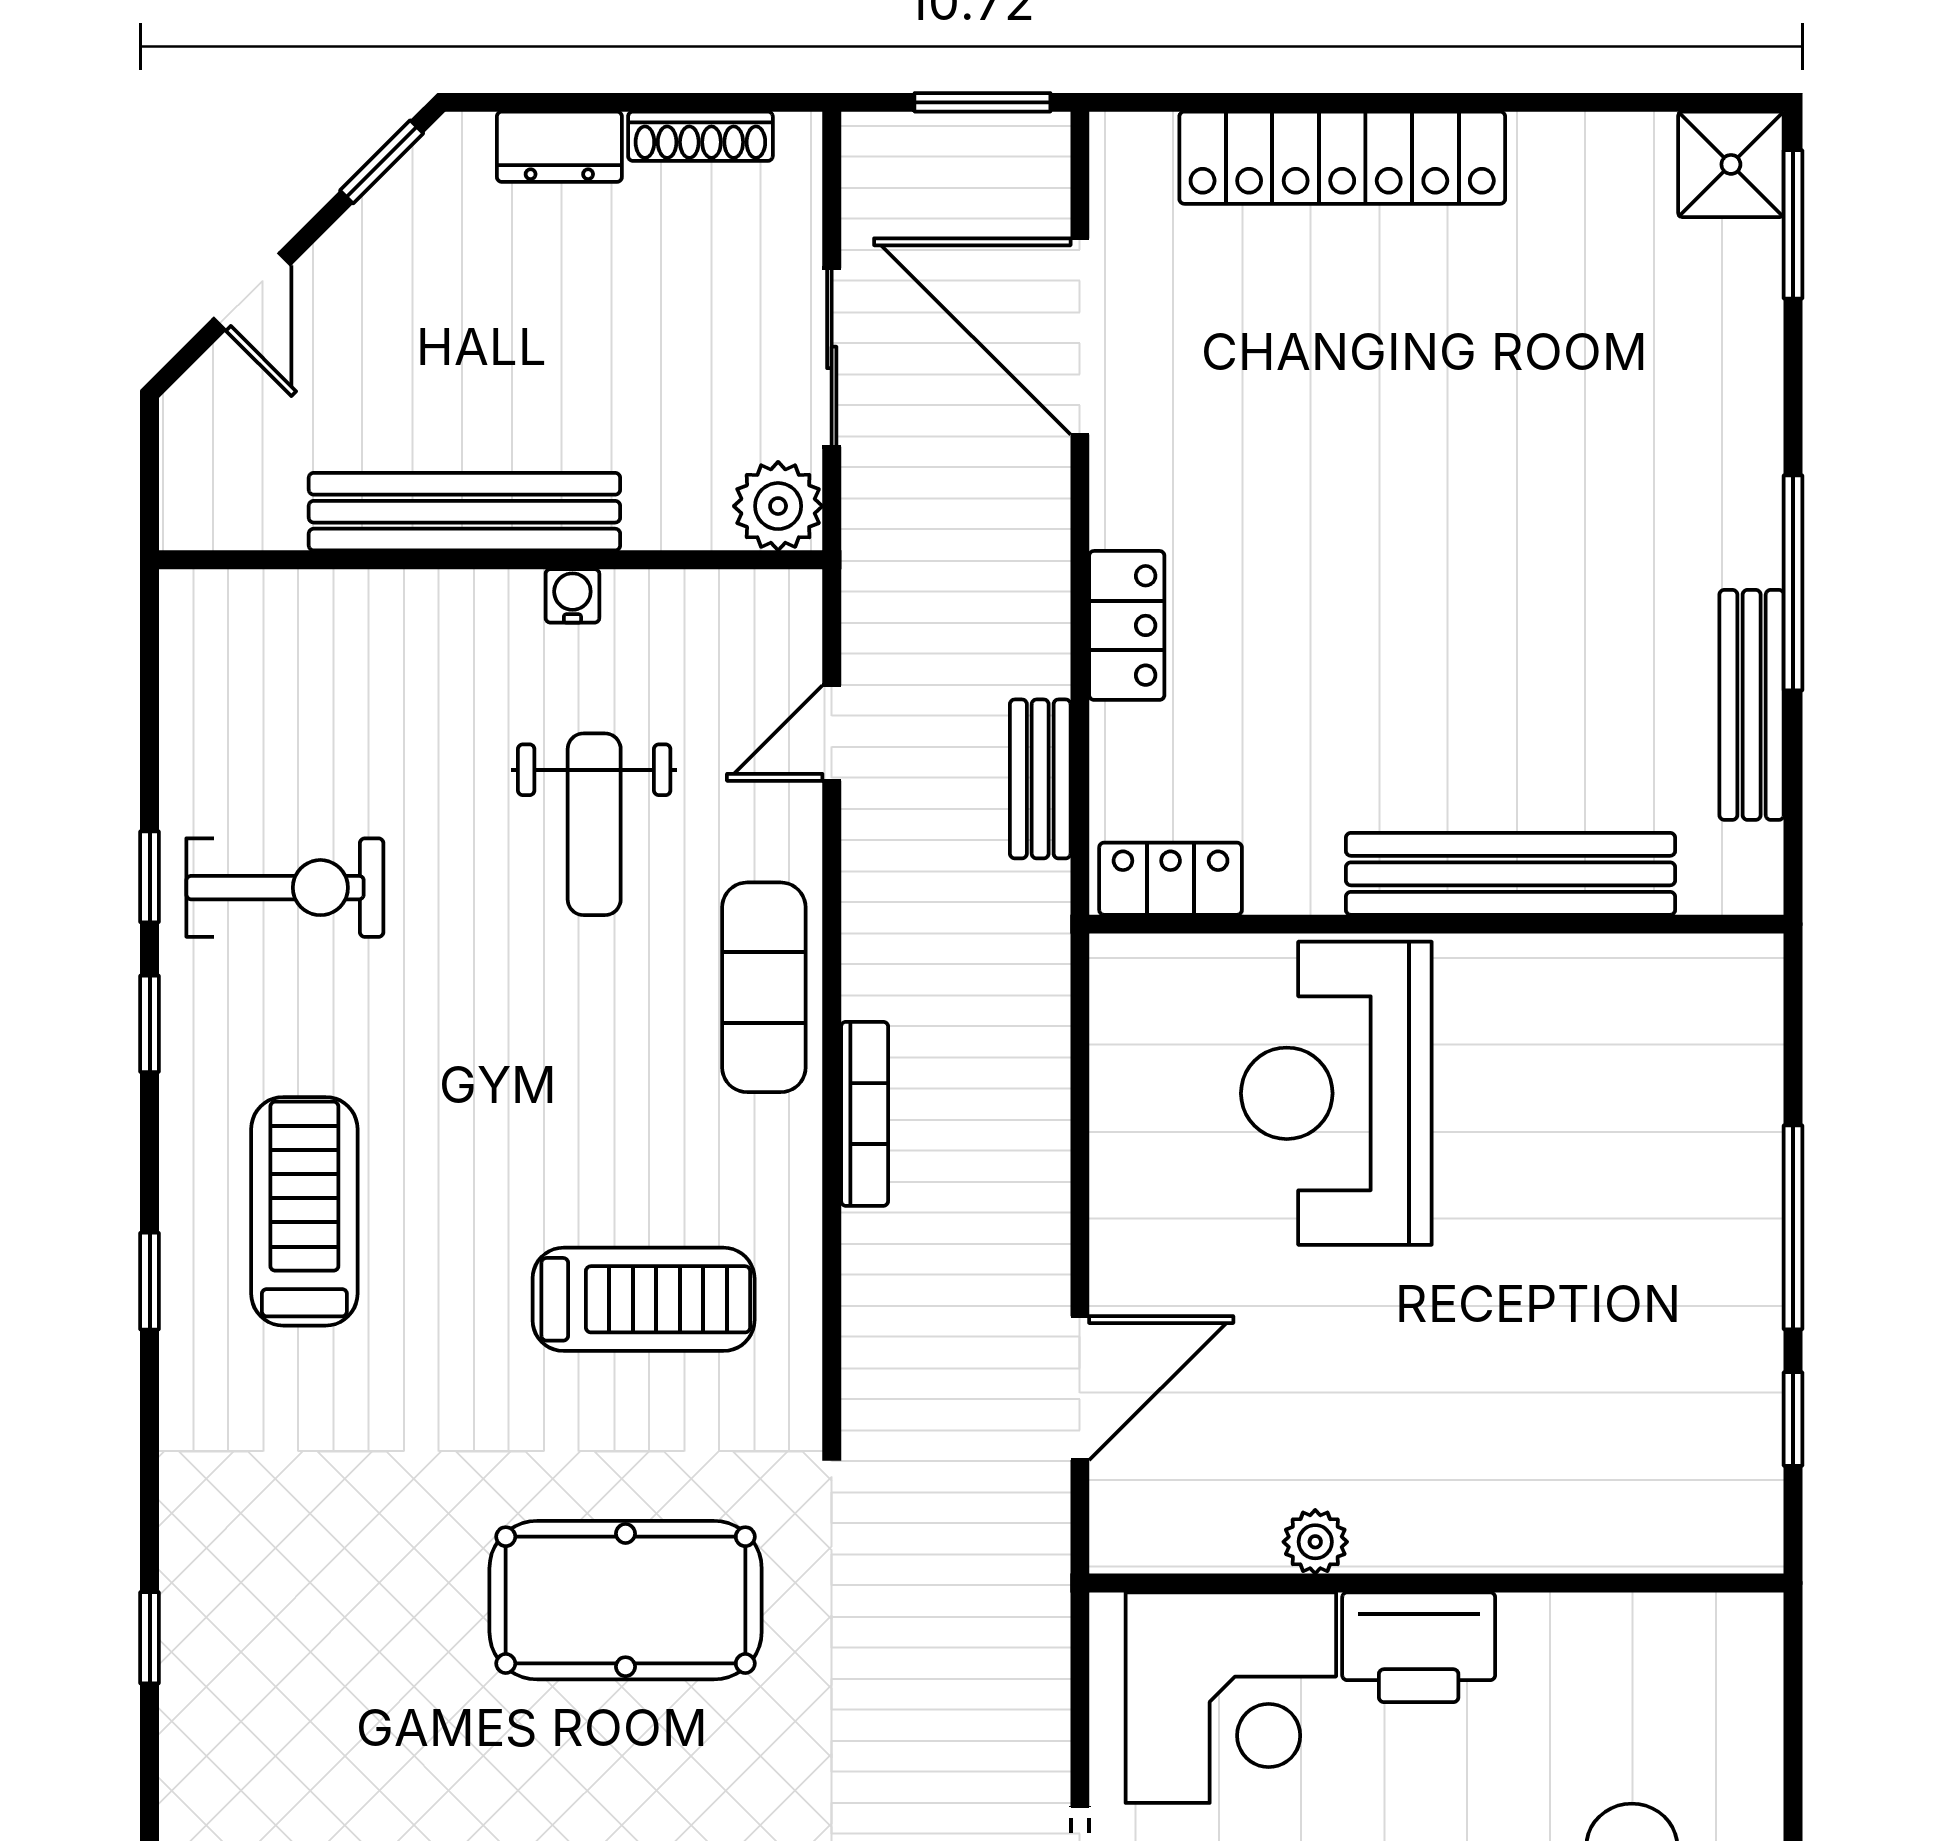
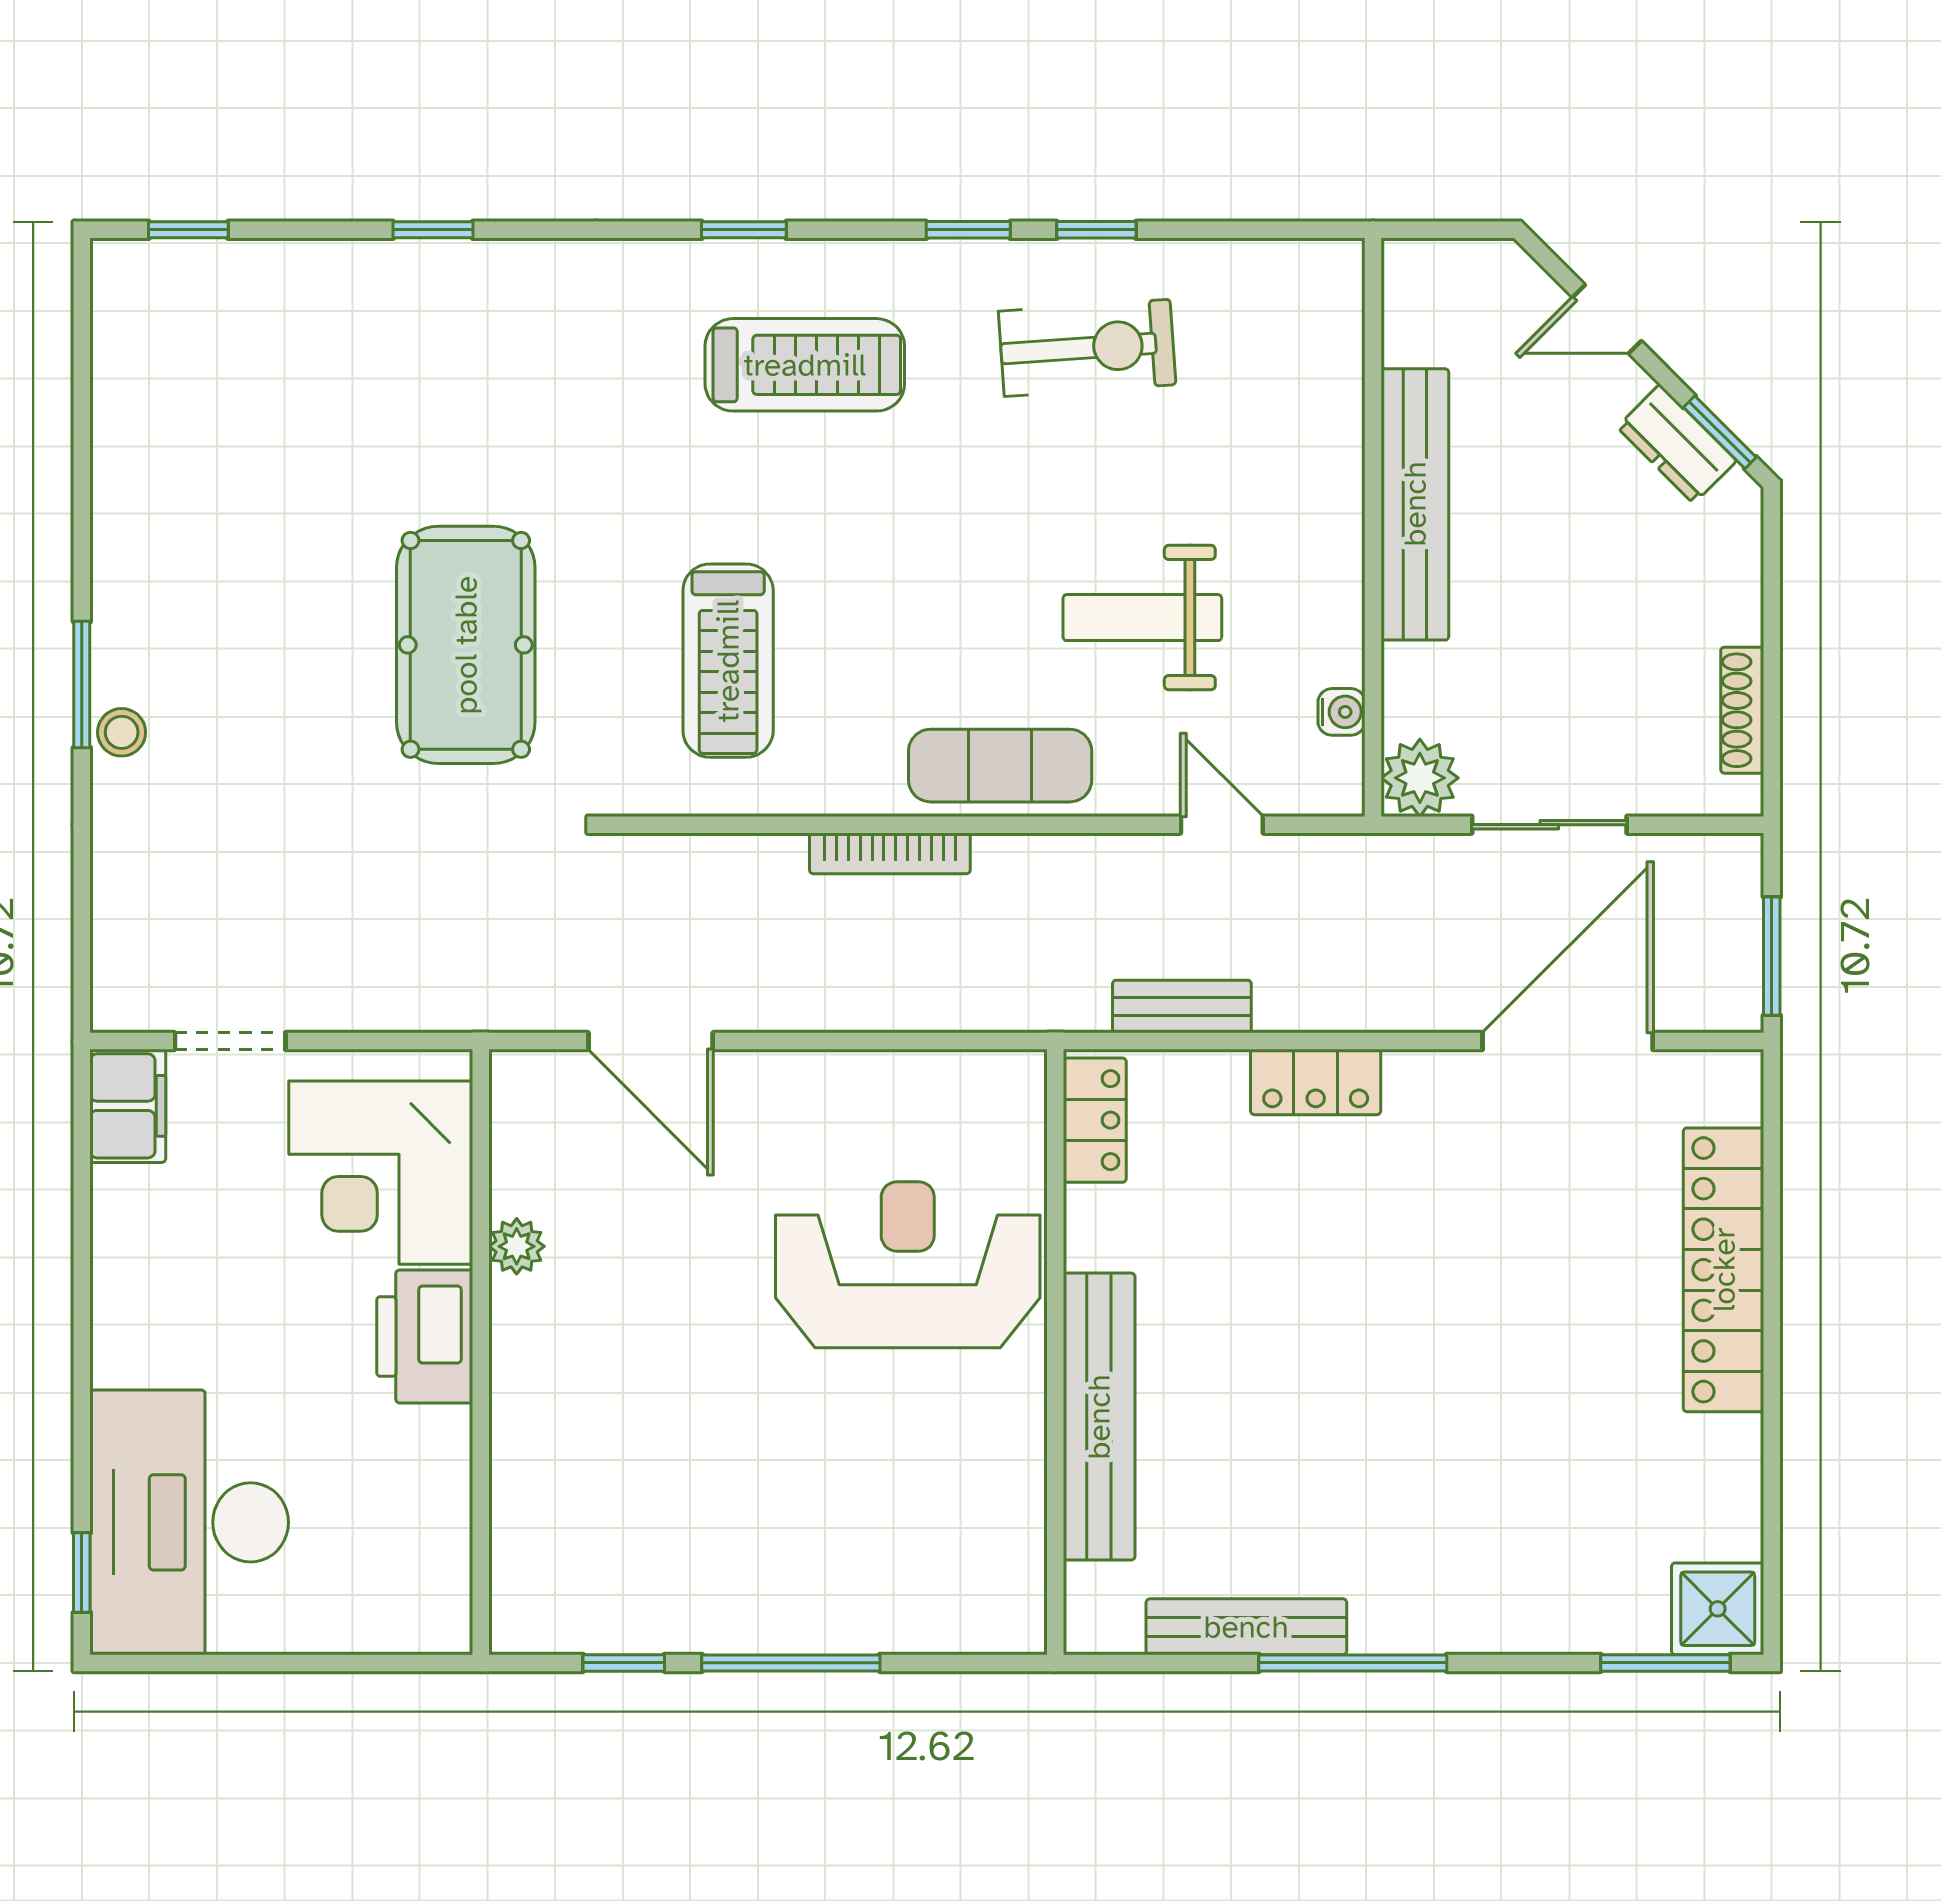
dresser: (559, 147) -> (1677, 444), moved, turned -45
water cooler: (572, 596) -> (1341, 712), moved
exercise bike: (285, 888) -> (1087, 348), turned -94

